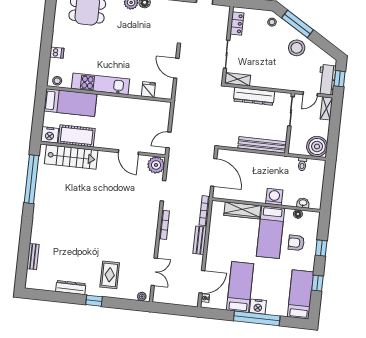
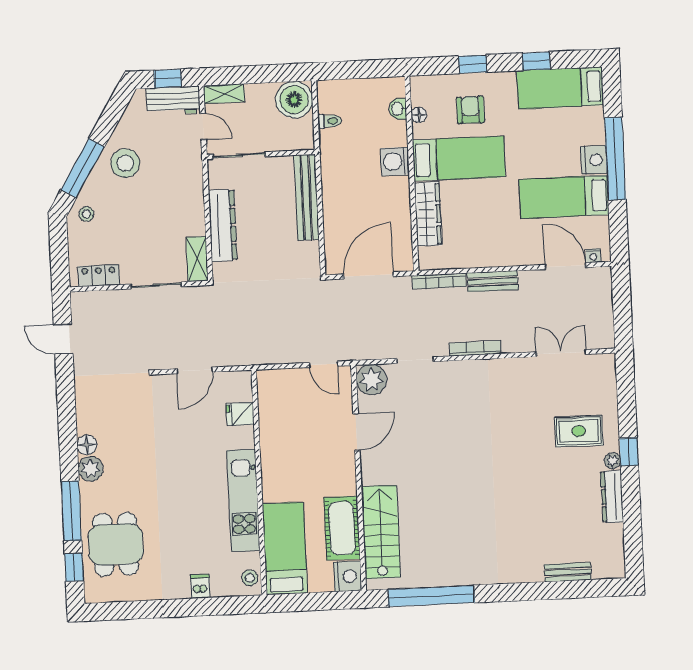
armchair: (296, 243) -> (470, 110), turned 180
plant: (142, 296) -> (612, 461), moved

